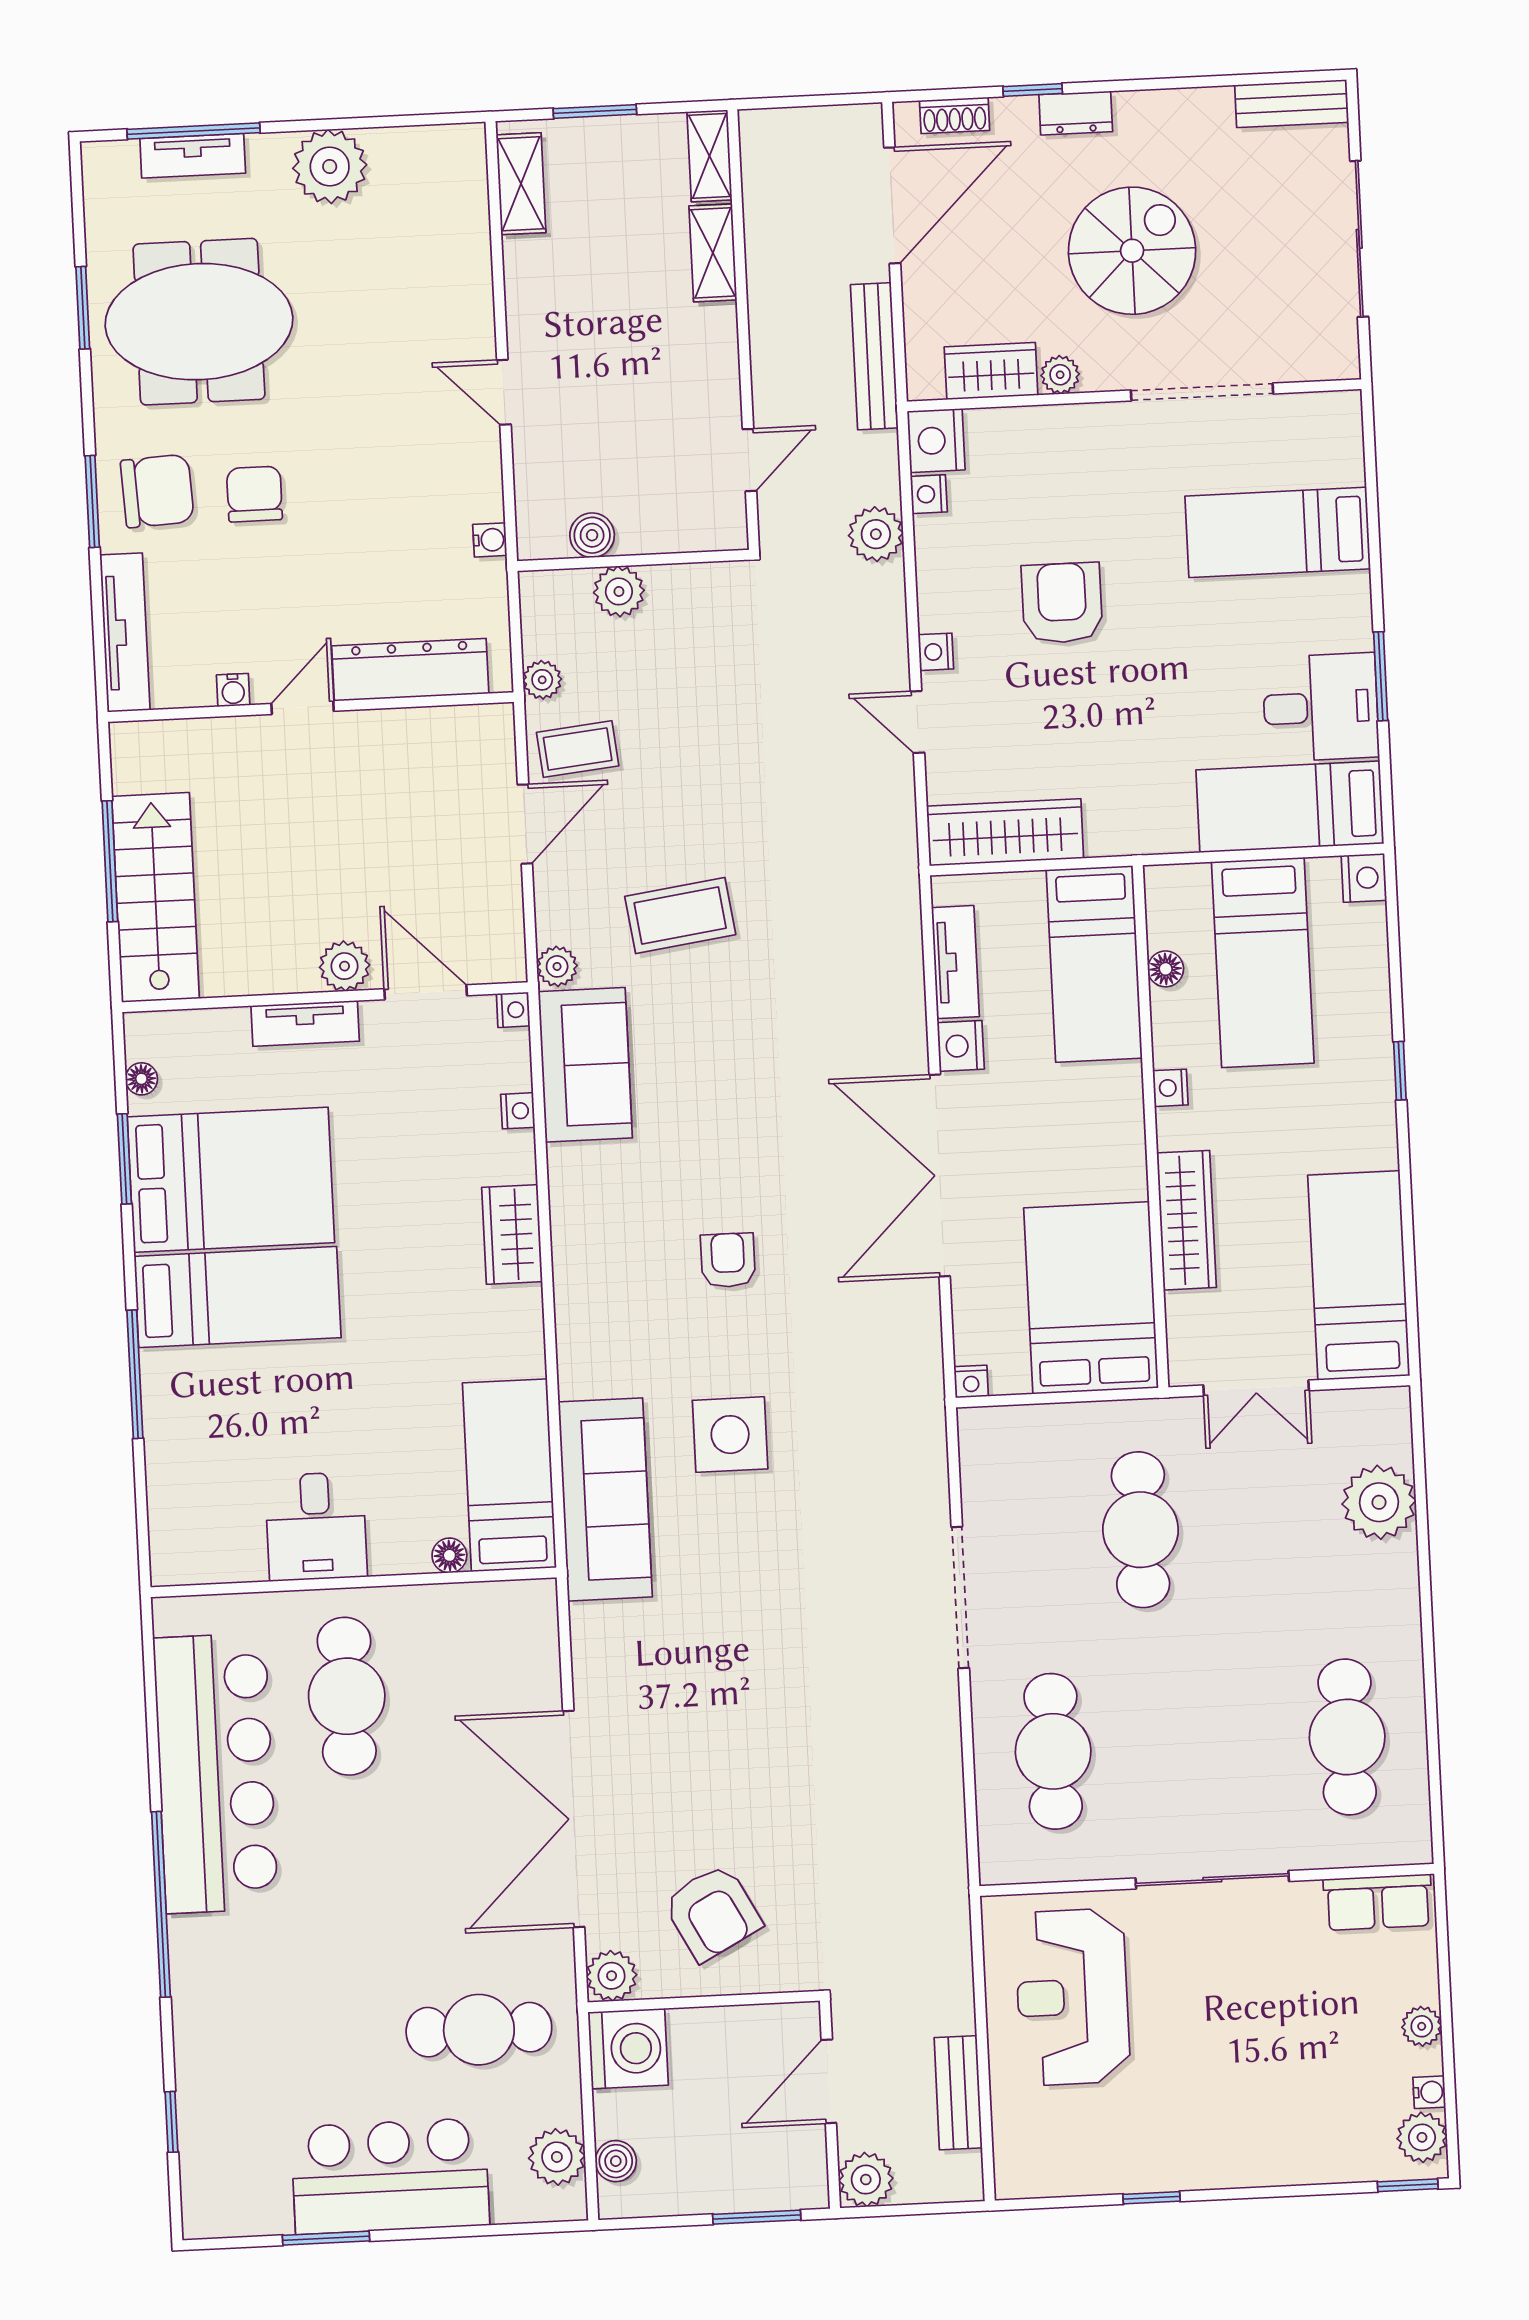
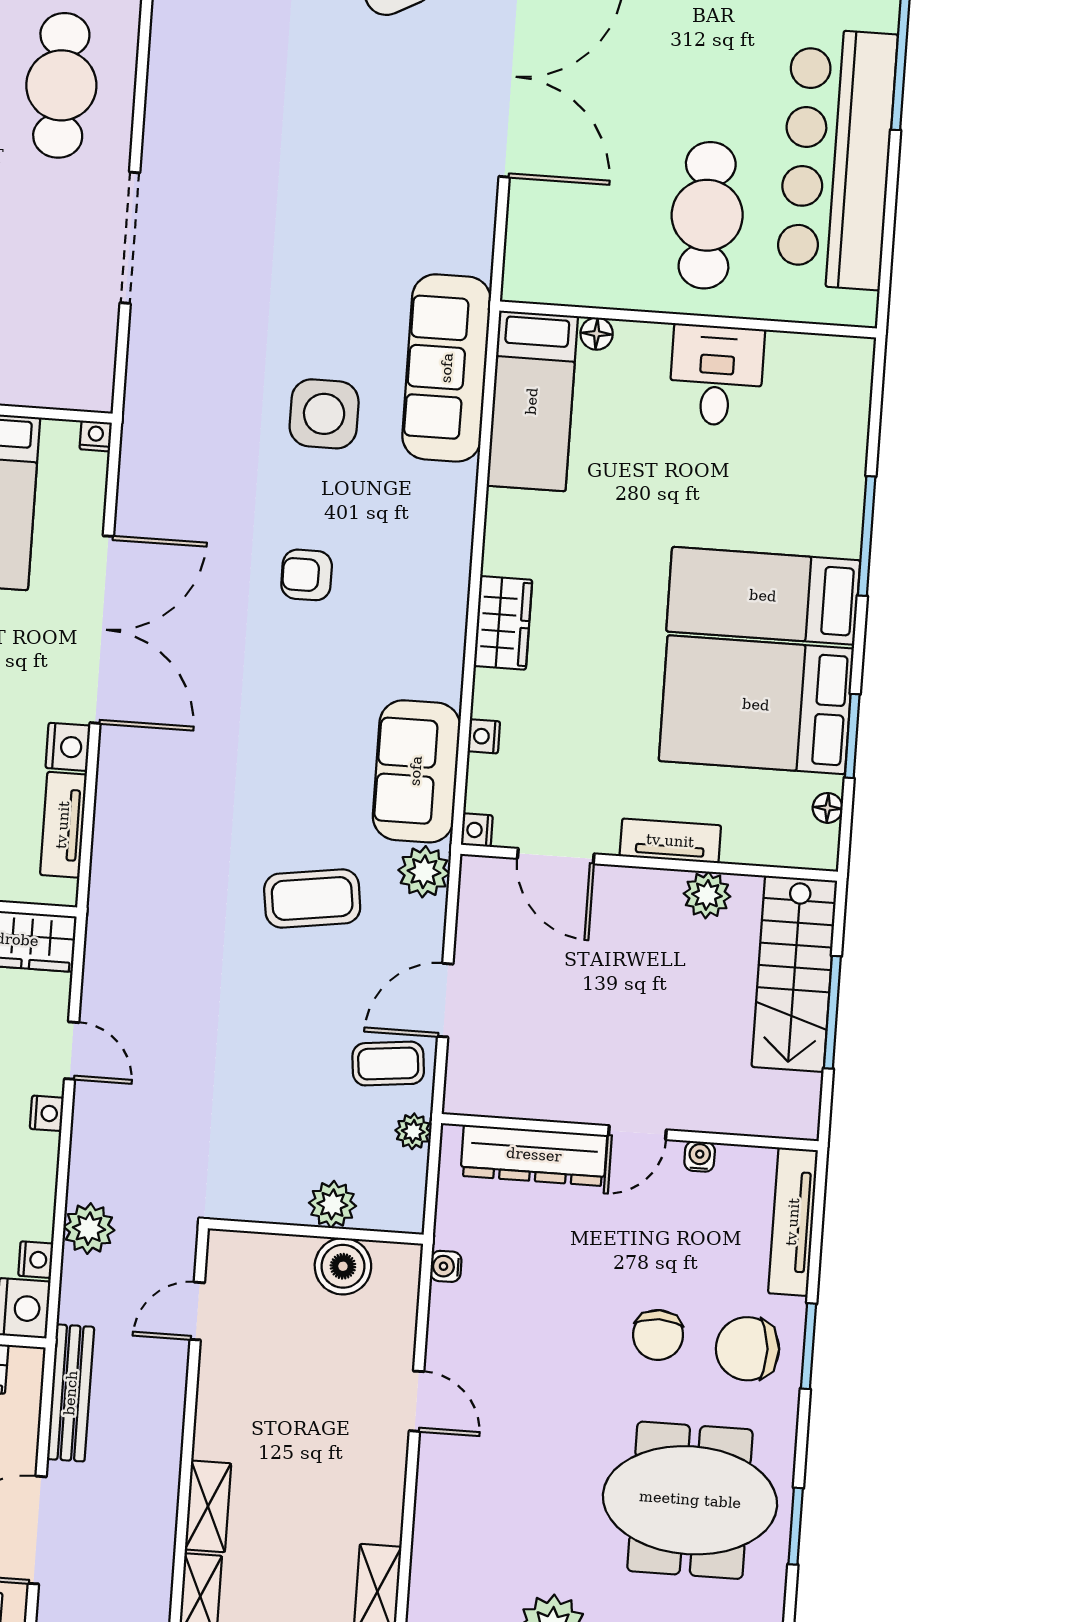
boiler: (592, 535) -> (343, 1266), width x1.36, depth x1.36
plant: (345, 966) -> (707, 895), moved
plant: (557, 966) -> (424, 872), width x1.38, depth x1.38
armchair: (728, 1260) -> (307, 575), turned 90

